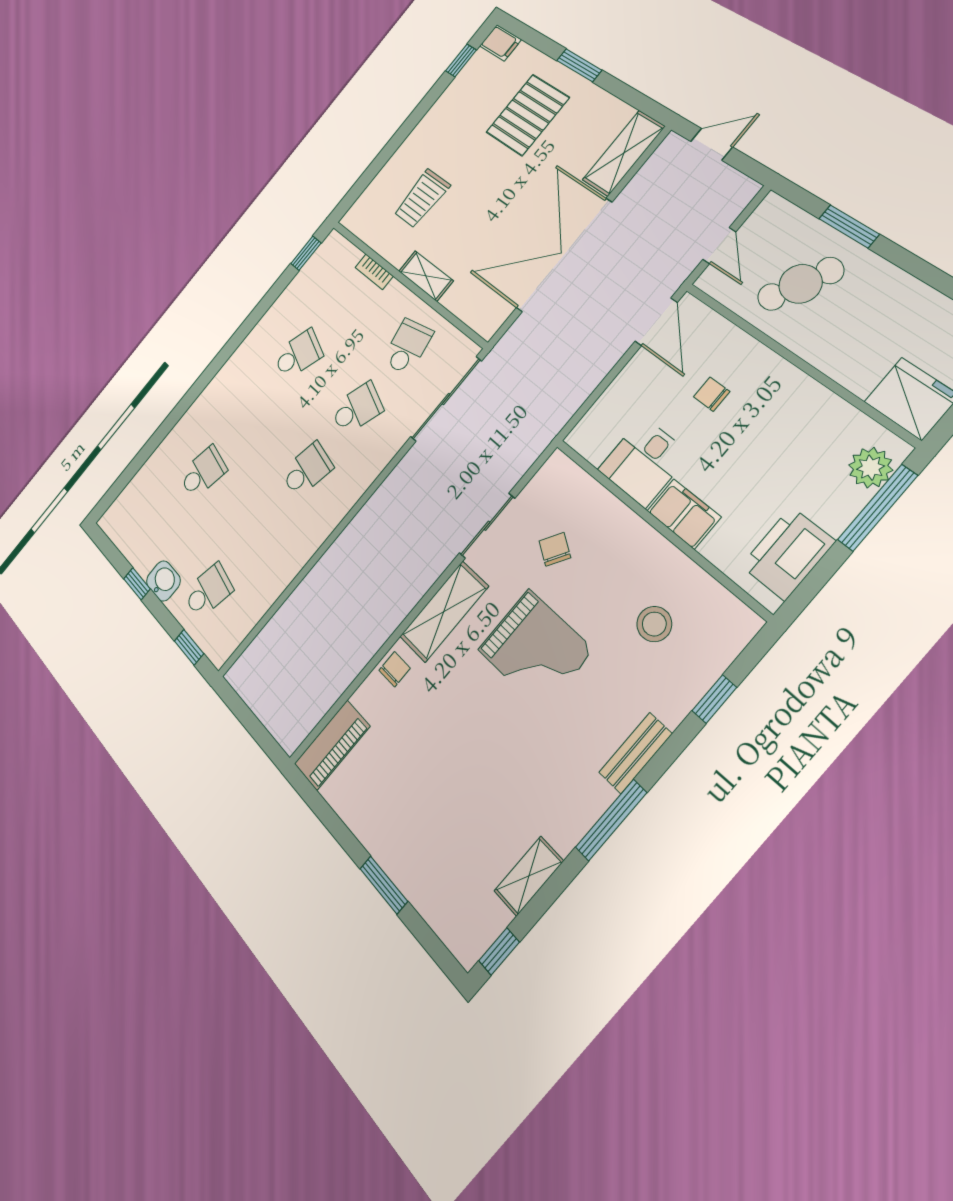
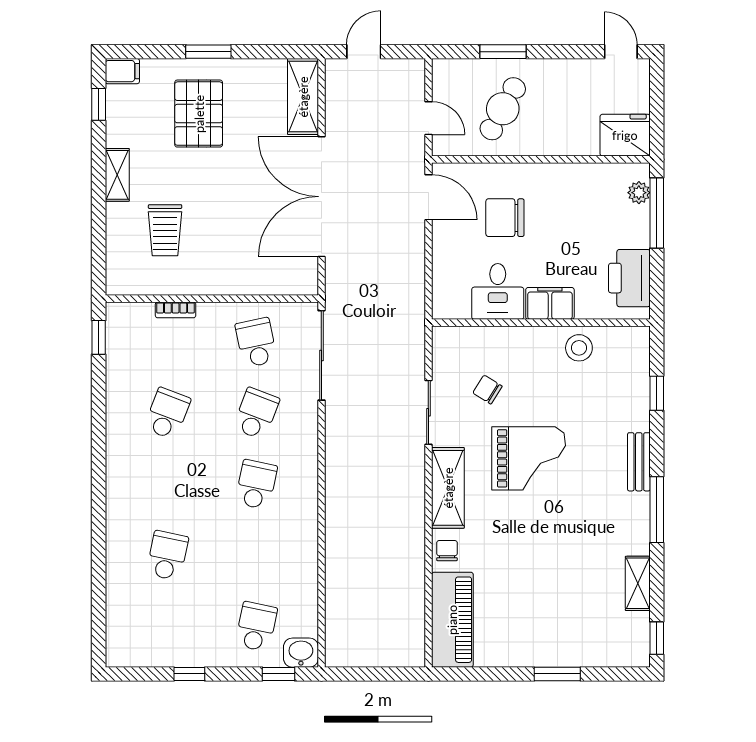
shelving: (426, 276) -> (117, 175), moved, turned 90
chair: (712, 394) -> (505, 218), width x1.87, depth x1.87
plant: (871, 468) -> (639, 193), width x0.73, depth x0.73
washbasin: (163, 581) -> (301, 653), moved
stool: (654, 624) -> (579, 348), moved
piano: (332, 745) -> (452, 620), width x1.37, depth x1.33

